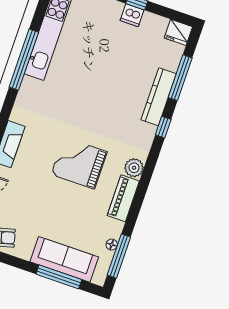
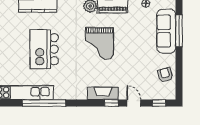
kitchen island: (97, 85) -> (44, 49), added

